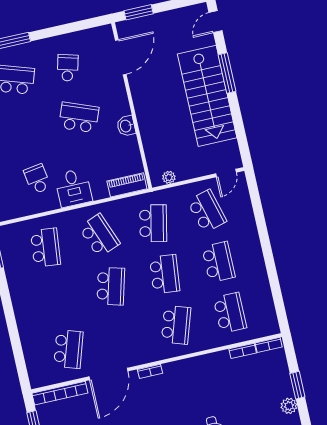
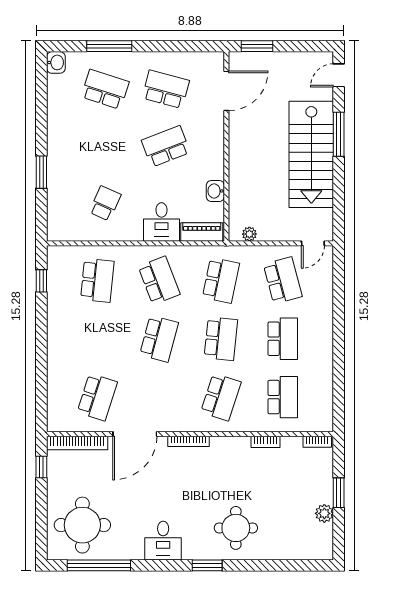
school desk: (68, 68) -> (166, 89), width x1.85
school desk: (79, 117) -> (166, 146), turned -42
washbasin: (126, 126) -> (215, 191), moved
school desk: (37, 179) -> (105, 203), turned 33
desk: (73, 188) -> (162, 222), moved
bookcase: (243, 351) -> (265, 442), moved
bookcase: (150, 371) -> (188, 441), width x1.56

